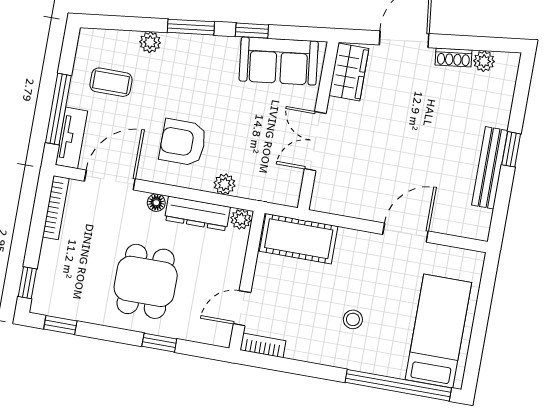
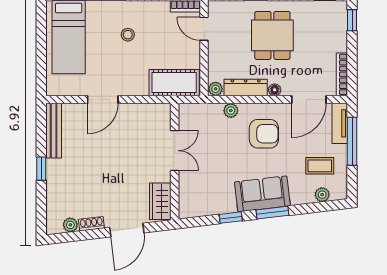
plant: (150, 42) -> (322, 195), moved
sofa: (279, 61) -> (262, 194), moved
bench: (490, 168) -> (54, 131), moved
door: (242, 308) -> (204, 29), swing flipped

